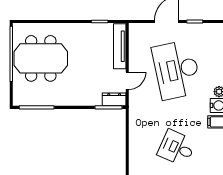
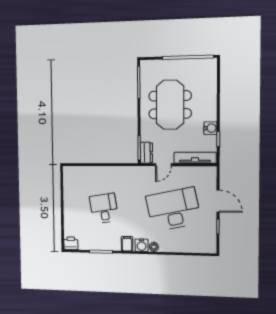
water cooler: (88, 30) -> (210, 128), added
meeting table: (41, 58) -> (170, 105), moved
door: (127, 81) -> (163, 165), hinge flipped
desk: (177, 148) -> (104, 208), turned -33

